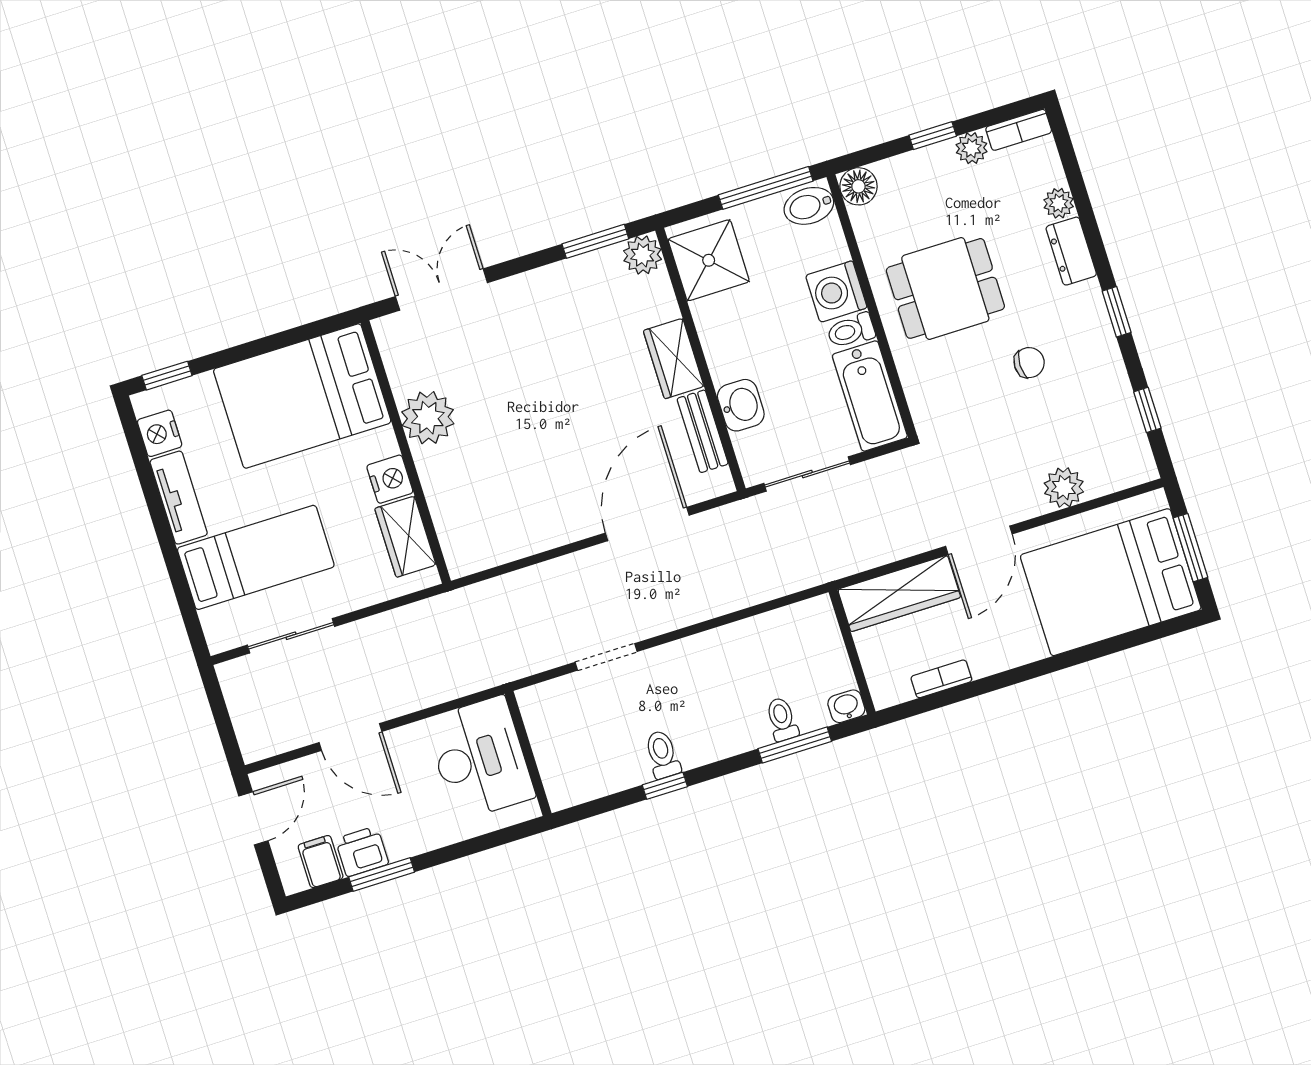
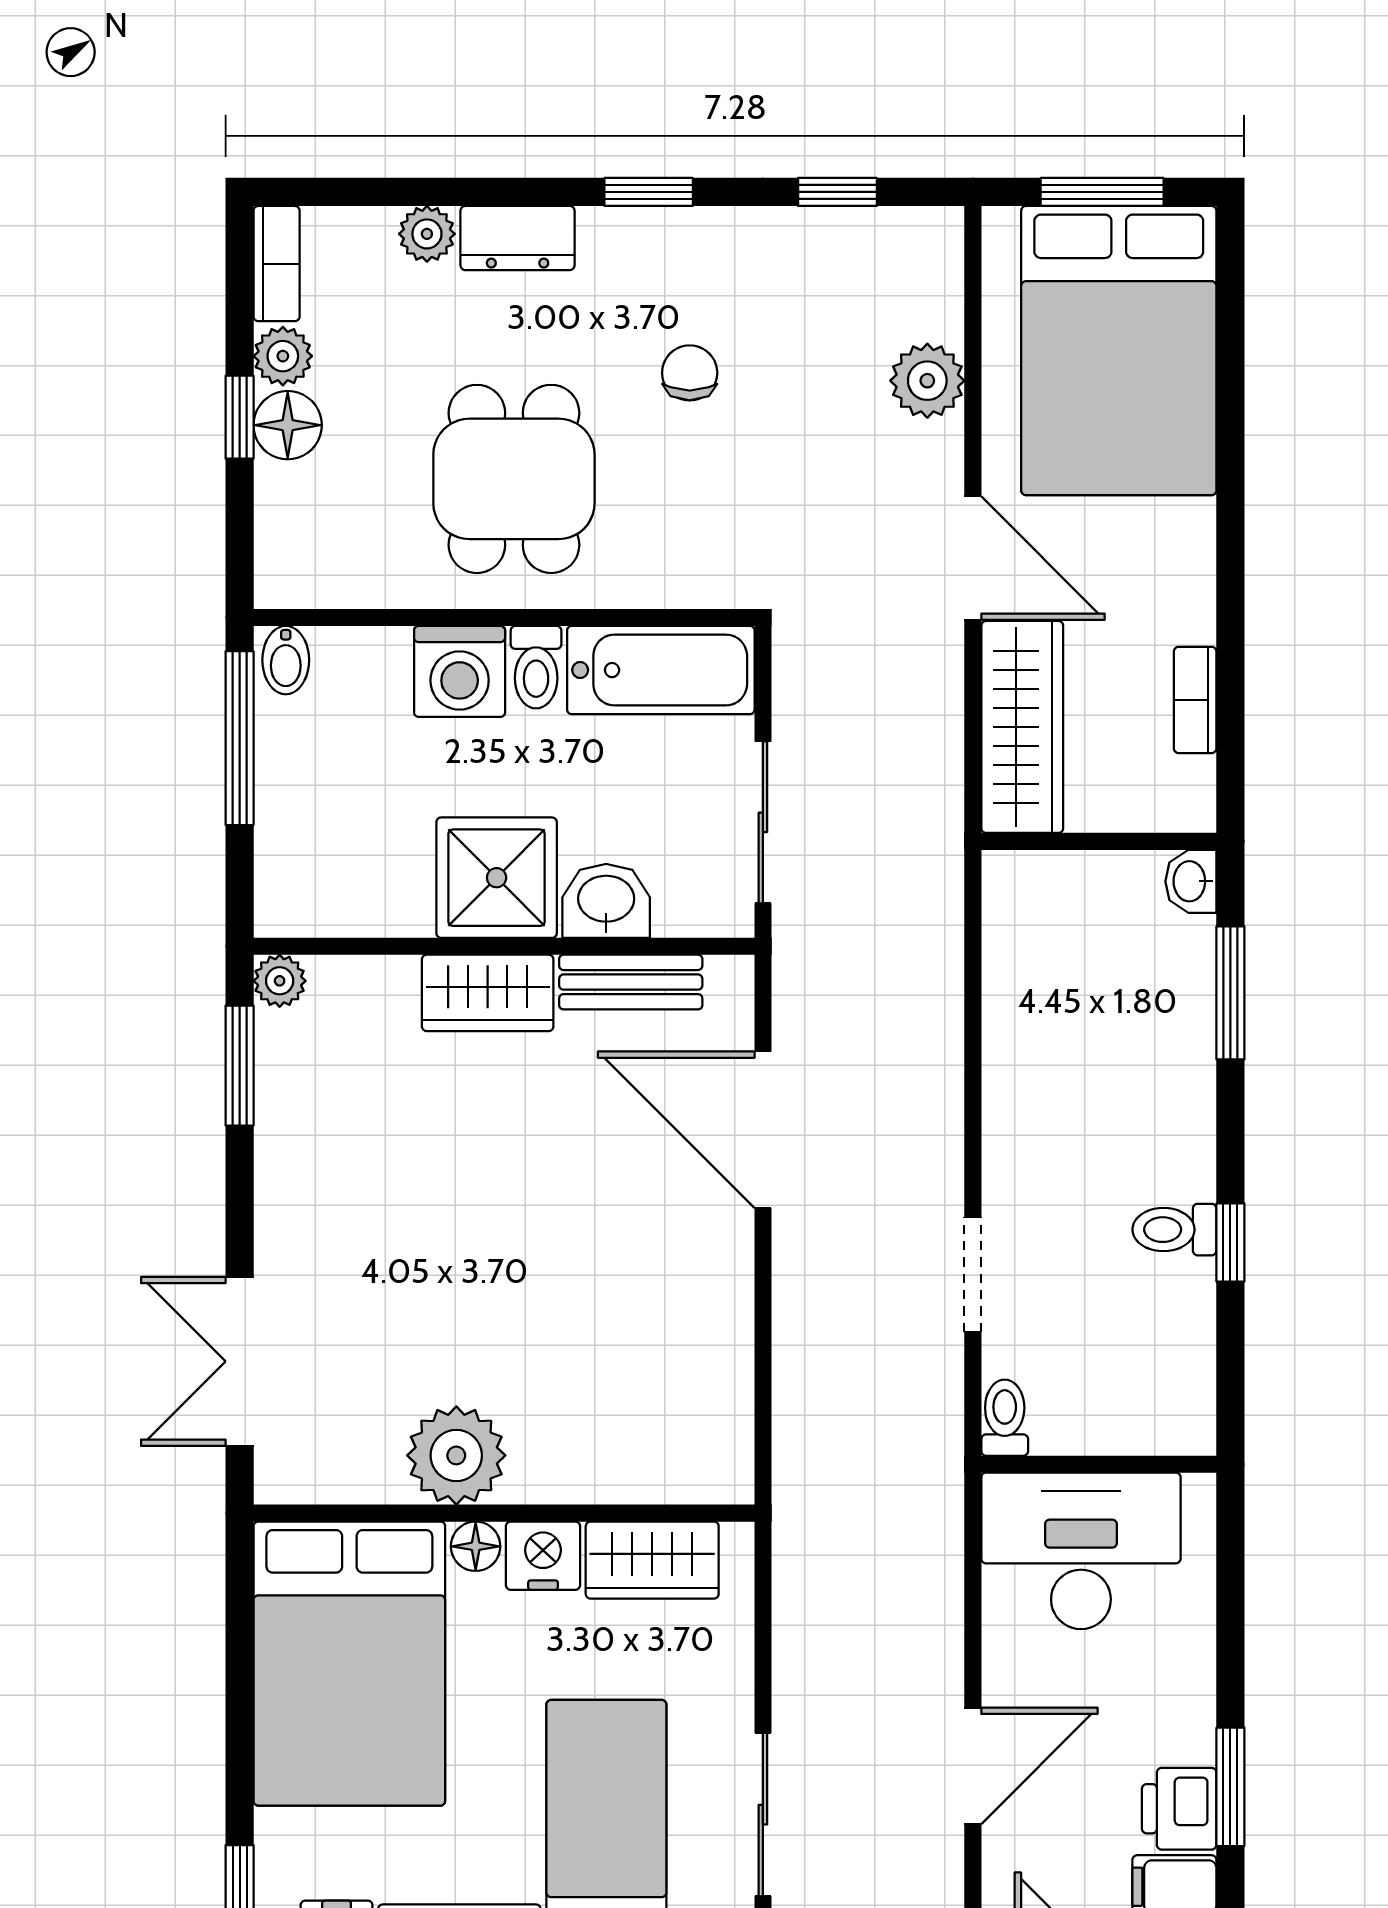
floor lamp: (858, 186) -> (288, 425), moved
bidet: (809, 206) -> (286, 660), width x0.72, depth x0.74
plant: (642, 255) -> (280, 981), width x0.73, depth x0.73
shower: (709, 260) -> (497, 878), moved
floor lamp: (384, 443) -> (476, 1546), added
toilet: (782, 719) -> (1005, 1418), moved, turned 90

